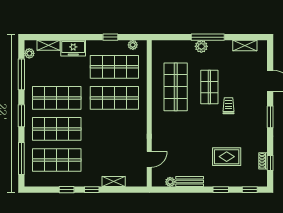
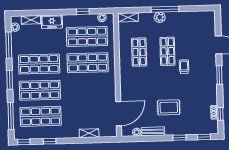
shelving: (245, 45) -> (128, 17), moved
shop shelf: (176, 87) -> (139, 52), width x0.70, depth x0.74
rug: (227, 157) -> (169, 107), moved
door: (149, 159) -> (119, 114), width x1.88
window: (92, 190) -> (24, 142), moved

